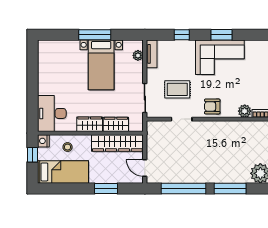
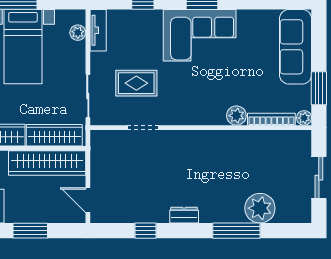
armchair: (212, 106) -> (188, 109), removed
wardrobe: (116, 124) -> (54, 135), width x1.50
dresser: (209, 178) -> (184, 215), added
window: (183, 188) -> (145, 231), width x0.32
window: (230, 188) -> (236, 231), moved

